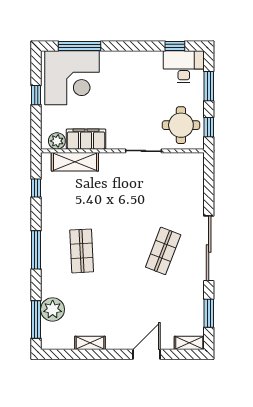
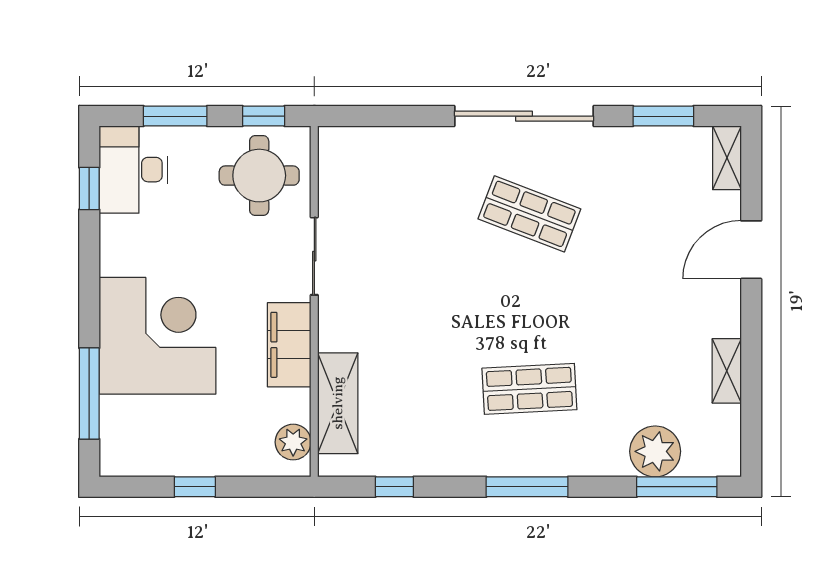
corner desk: (72, 78) -> (157, 336), moved
filing cabinet: (86, 139) -> (289, 345), moved
door: (146, 354) -> (751, 250), hinge flipped

